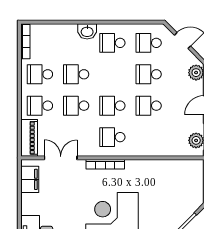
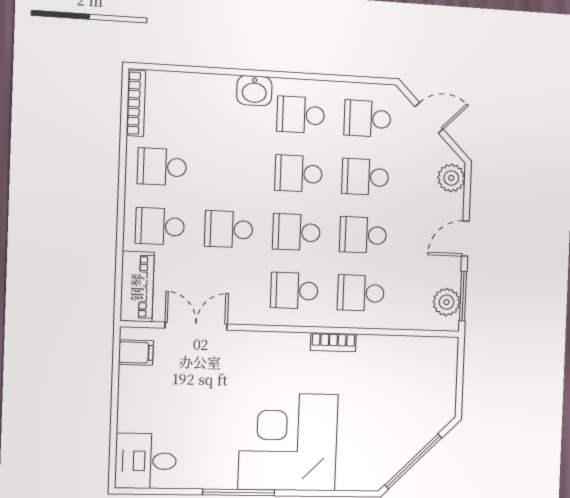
school desk: (76, 74) -> (299, 174), moved
school desk: (149, 137) -> (361, 293), added
bookcase: (105, 164) -> (333, 342), moved, width x0.64
filing cabinet: (30, 179) -> (136, 353), width x0.50

